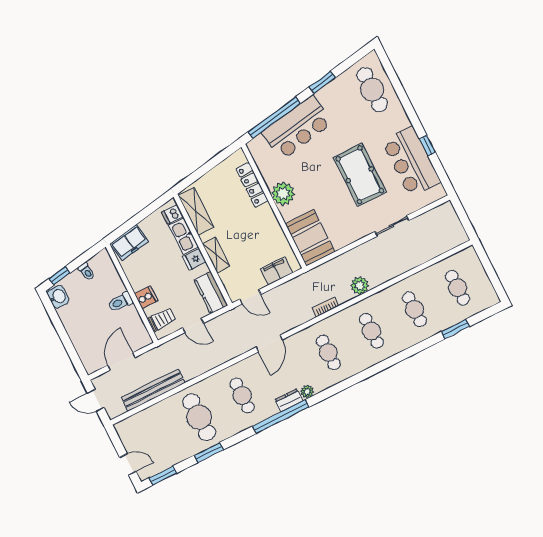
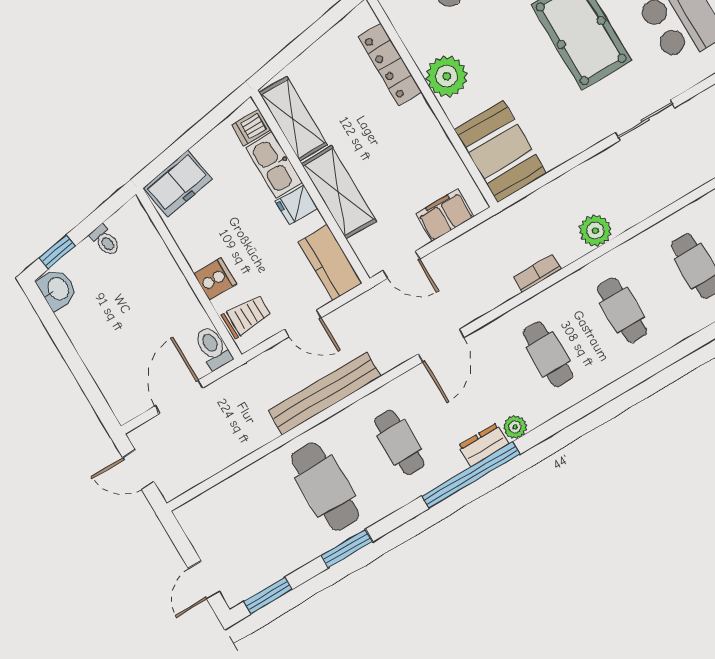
shelving: (216, 255) -> (339, 192), width x1.50, depth x1.33
toilet: (120, 302) -> (213, 348), moved, turned 90
bench: (153, 390) -> (325, 393), moved
door: (128, 464) -> (204, 580), swing flipped

